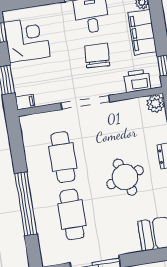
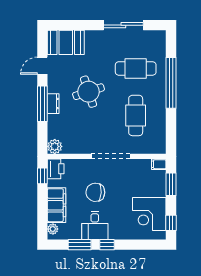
chair: (97, 55) -> (95, 192), turned 90
printer: (137, 81) -> (56, 169), moved, turned -90
cafe table: (72, 215) -> (136, 68), turned 90

